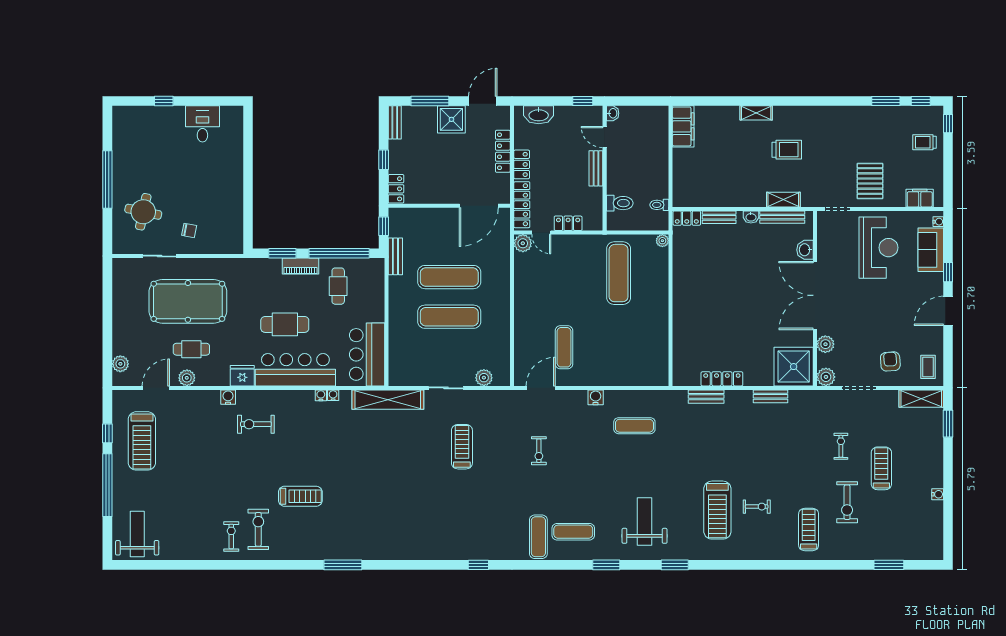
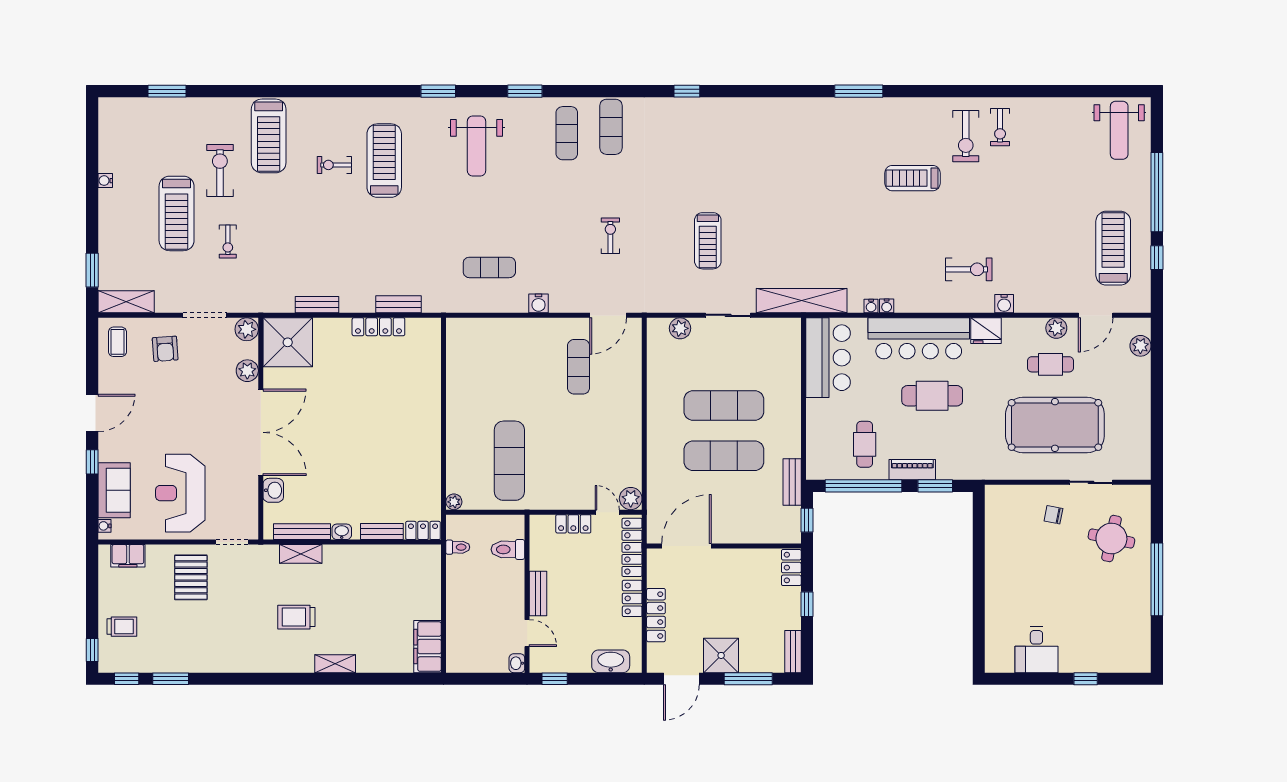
treadmill: (881, 468) -> (177, 213), width x1.37, depth x1.38
treadmill: (809, 530) -> (269, 136), width x1.37, depth x1.38
exercise mat: (573, 532) -> (567, 133), turned 90

